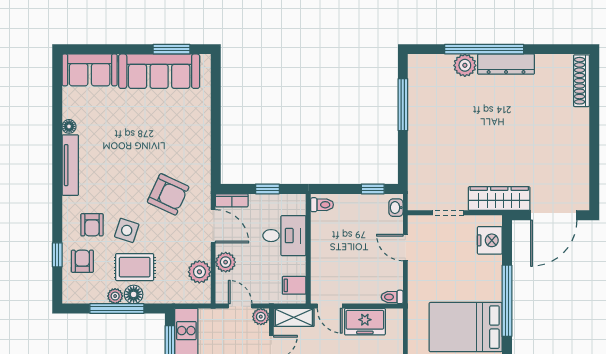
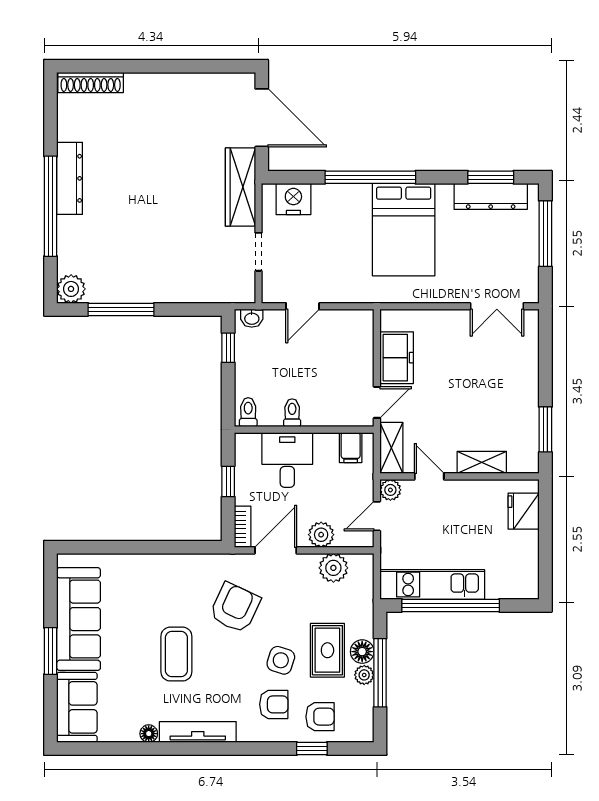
window: (172, 49) -> (51, 651), moved
plant: (465, 65) -> (71, 289), moved
coffee table: (132, 148) -> (176, 654), added
armchair: (82, 261) -> (320, 717), turned 180
toilet: (392, 297) -> (292, 413), moved, turned 180

